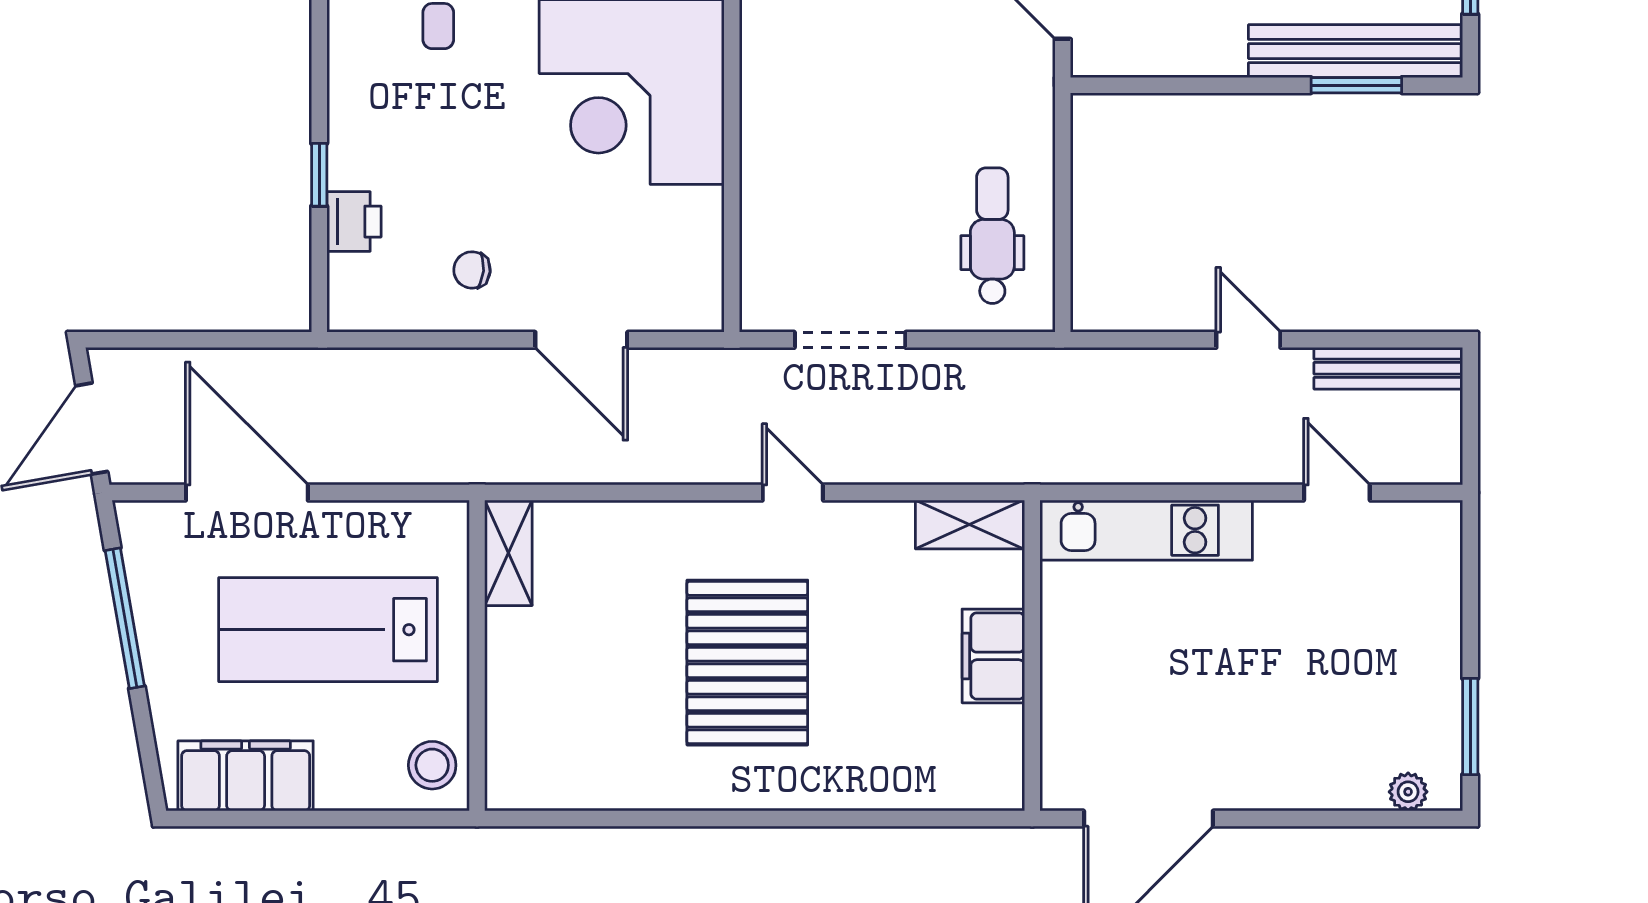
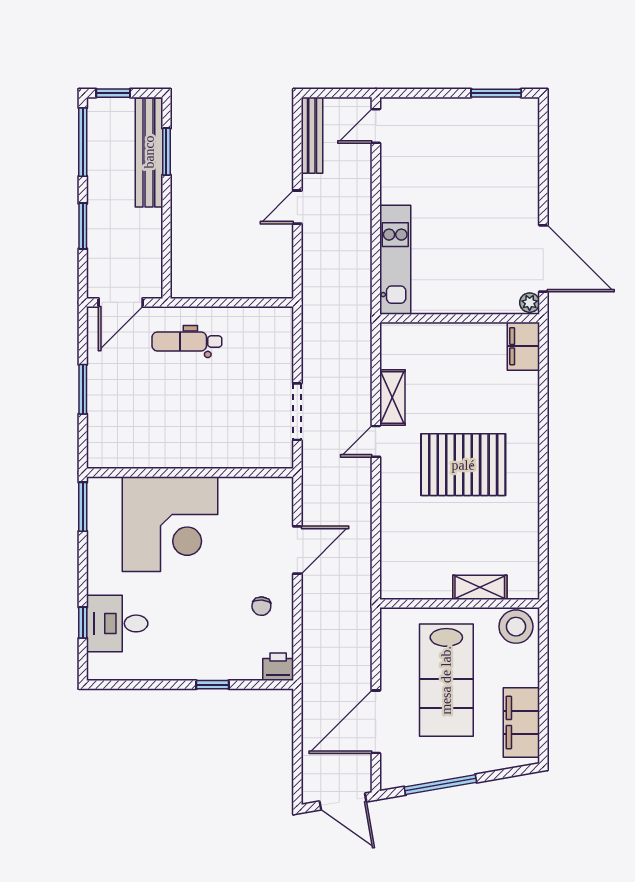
printer: (354, 222) -> (278, 667), moved
dental chair: (992, 236) -> (187, 341), moved
door: (1337, 493) -> (376, 126), moved
shelving: (969, 525) -> (392, 397), moved
shelving: (508, 553) -> (480, 587), moved
filing cabinet: (993, 656) -> (523, 346), moved, turned 90
stool: (432, 765) -> (516, 627), width x1.38, depth x1.38
plant: (1408, 792) -> (530, 303), moved

